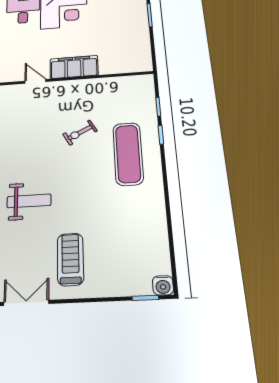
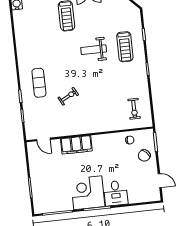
door: (35, 81) -> (43, 139), moved
exercise mat: (128, 154) -> (39, 83), width x0.73, depth x0.69

